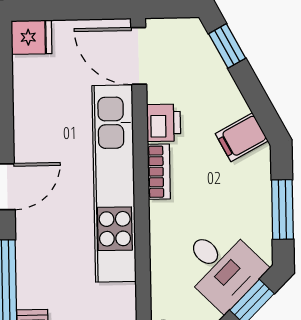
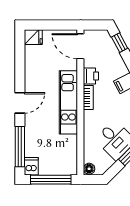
kitchen unit: (114, 184) -> (68, 102), width x0.73

